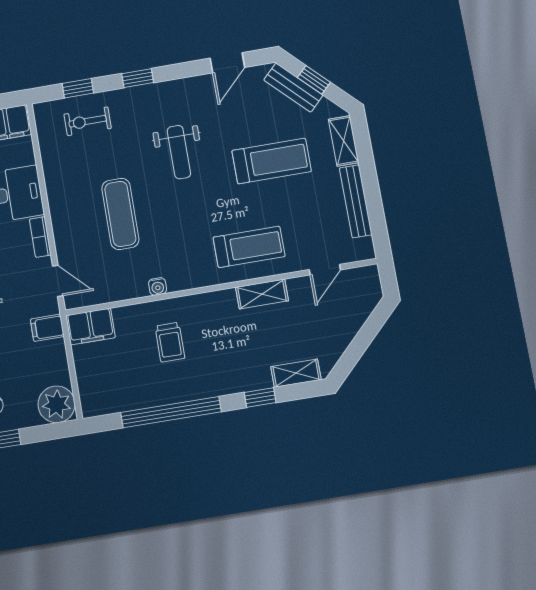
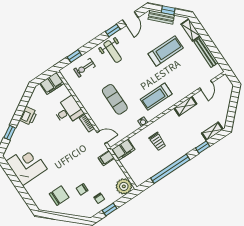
window: (138, 78) -> (113, 30), moved
weight bench: (179, 152) -> (113, 52), moved
treadmill: (249, 247) -> (156, 97), moved, turned 180

